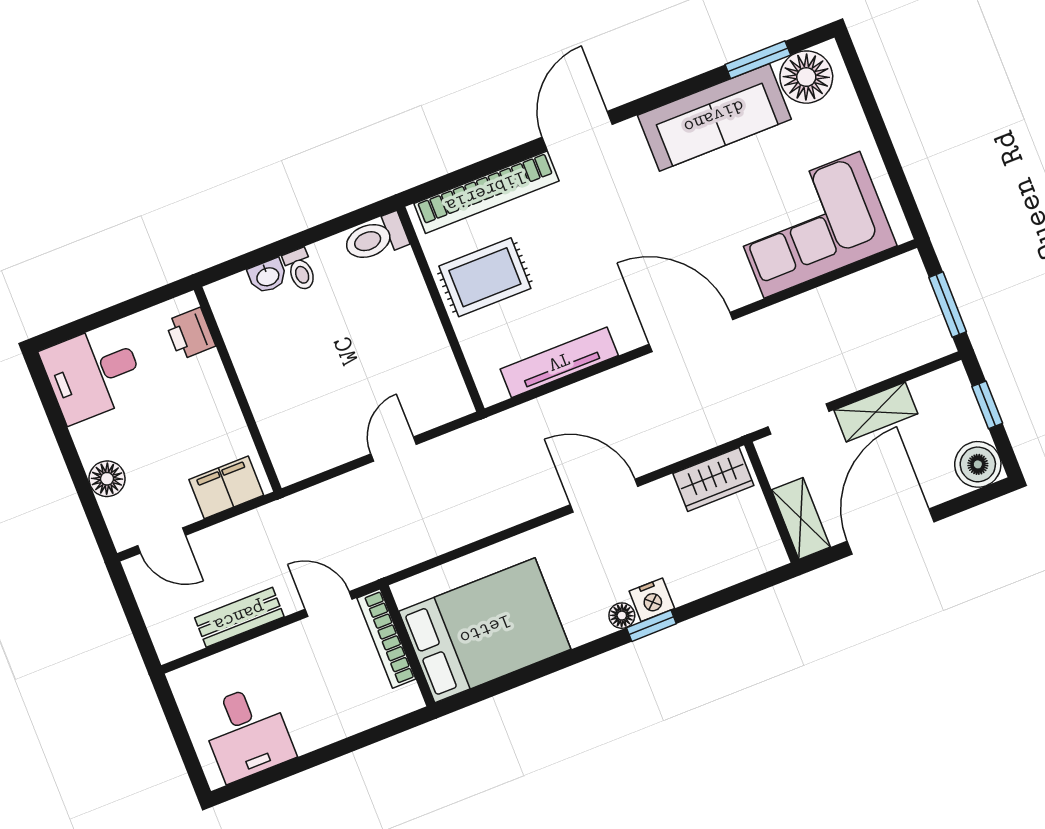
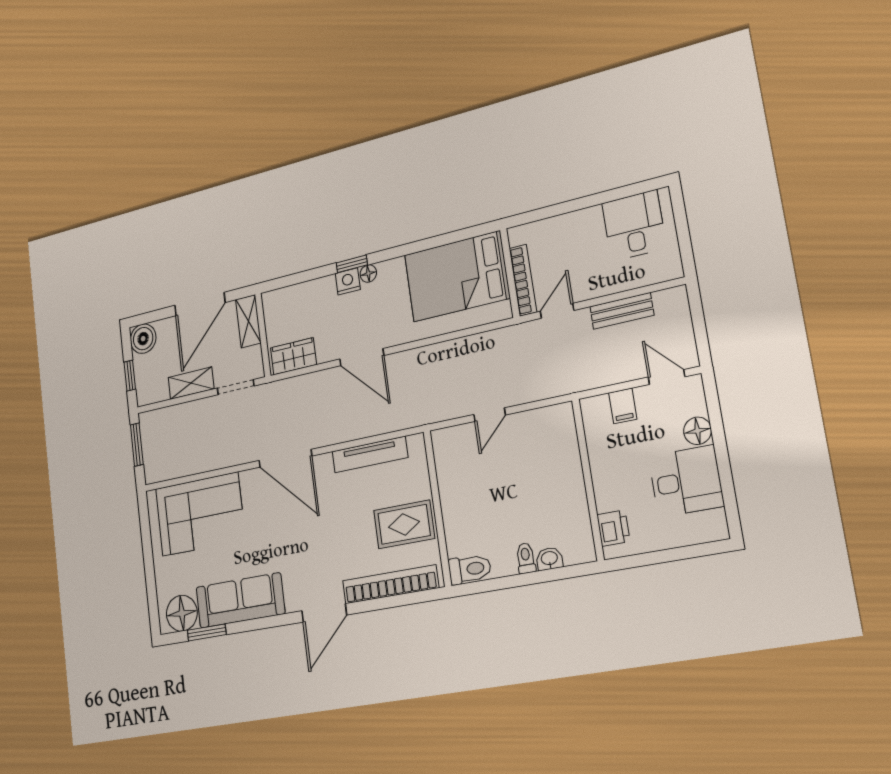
desk: (93, 373) -> (686, 481), moved
filing cabinet: (226, 487) -> (623, 406), width x0.50
door: (329, 604) -> (557, 311), swing flipped

